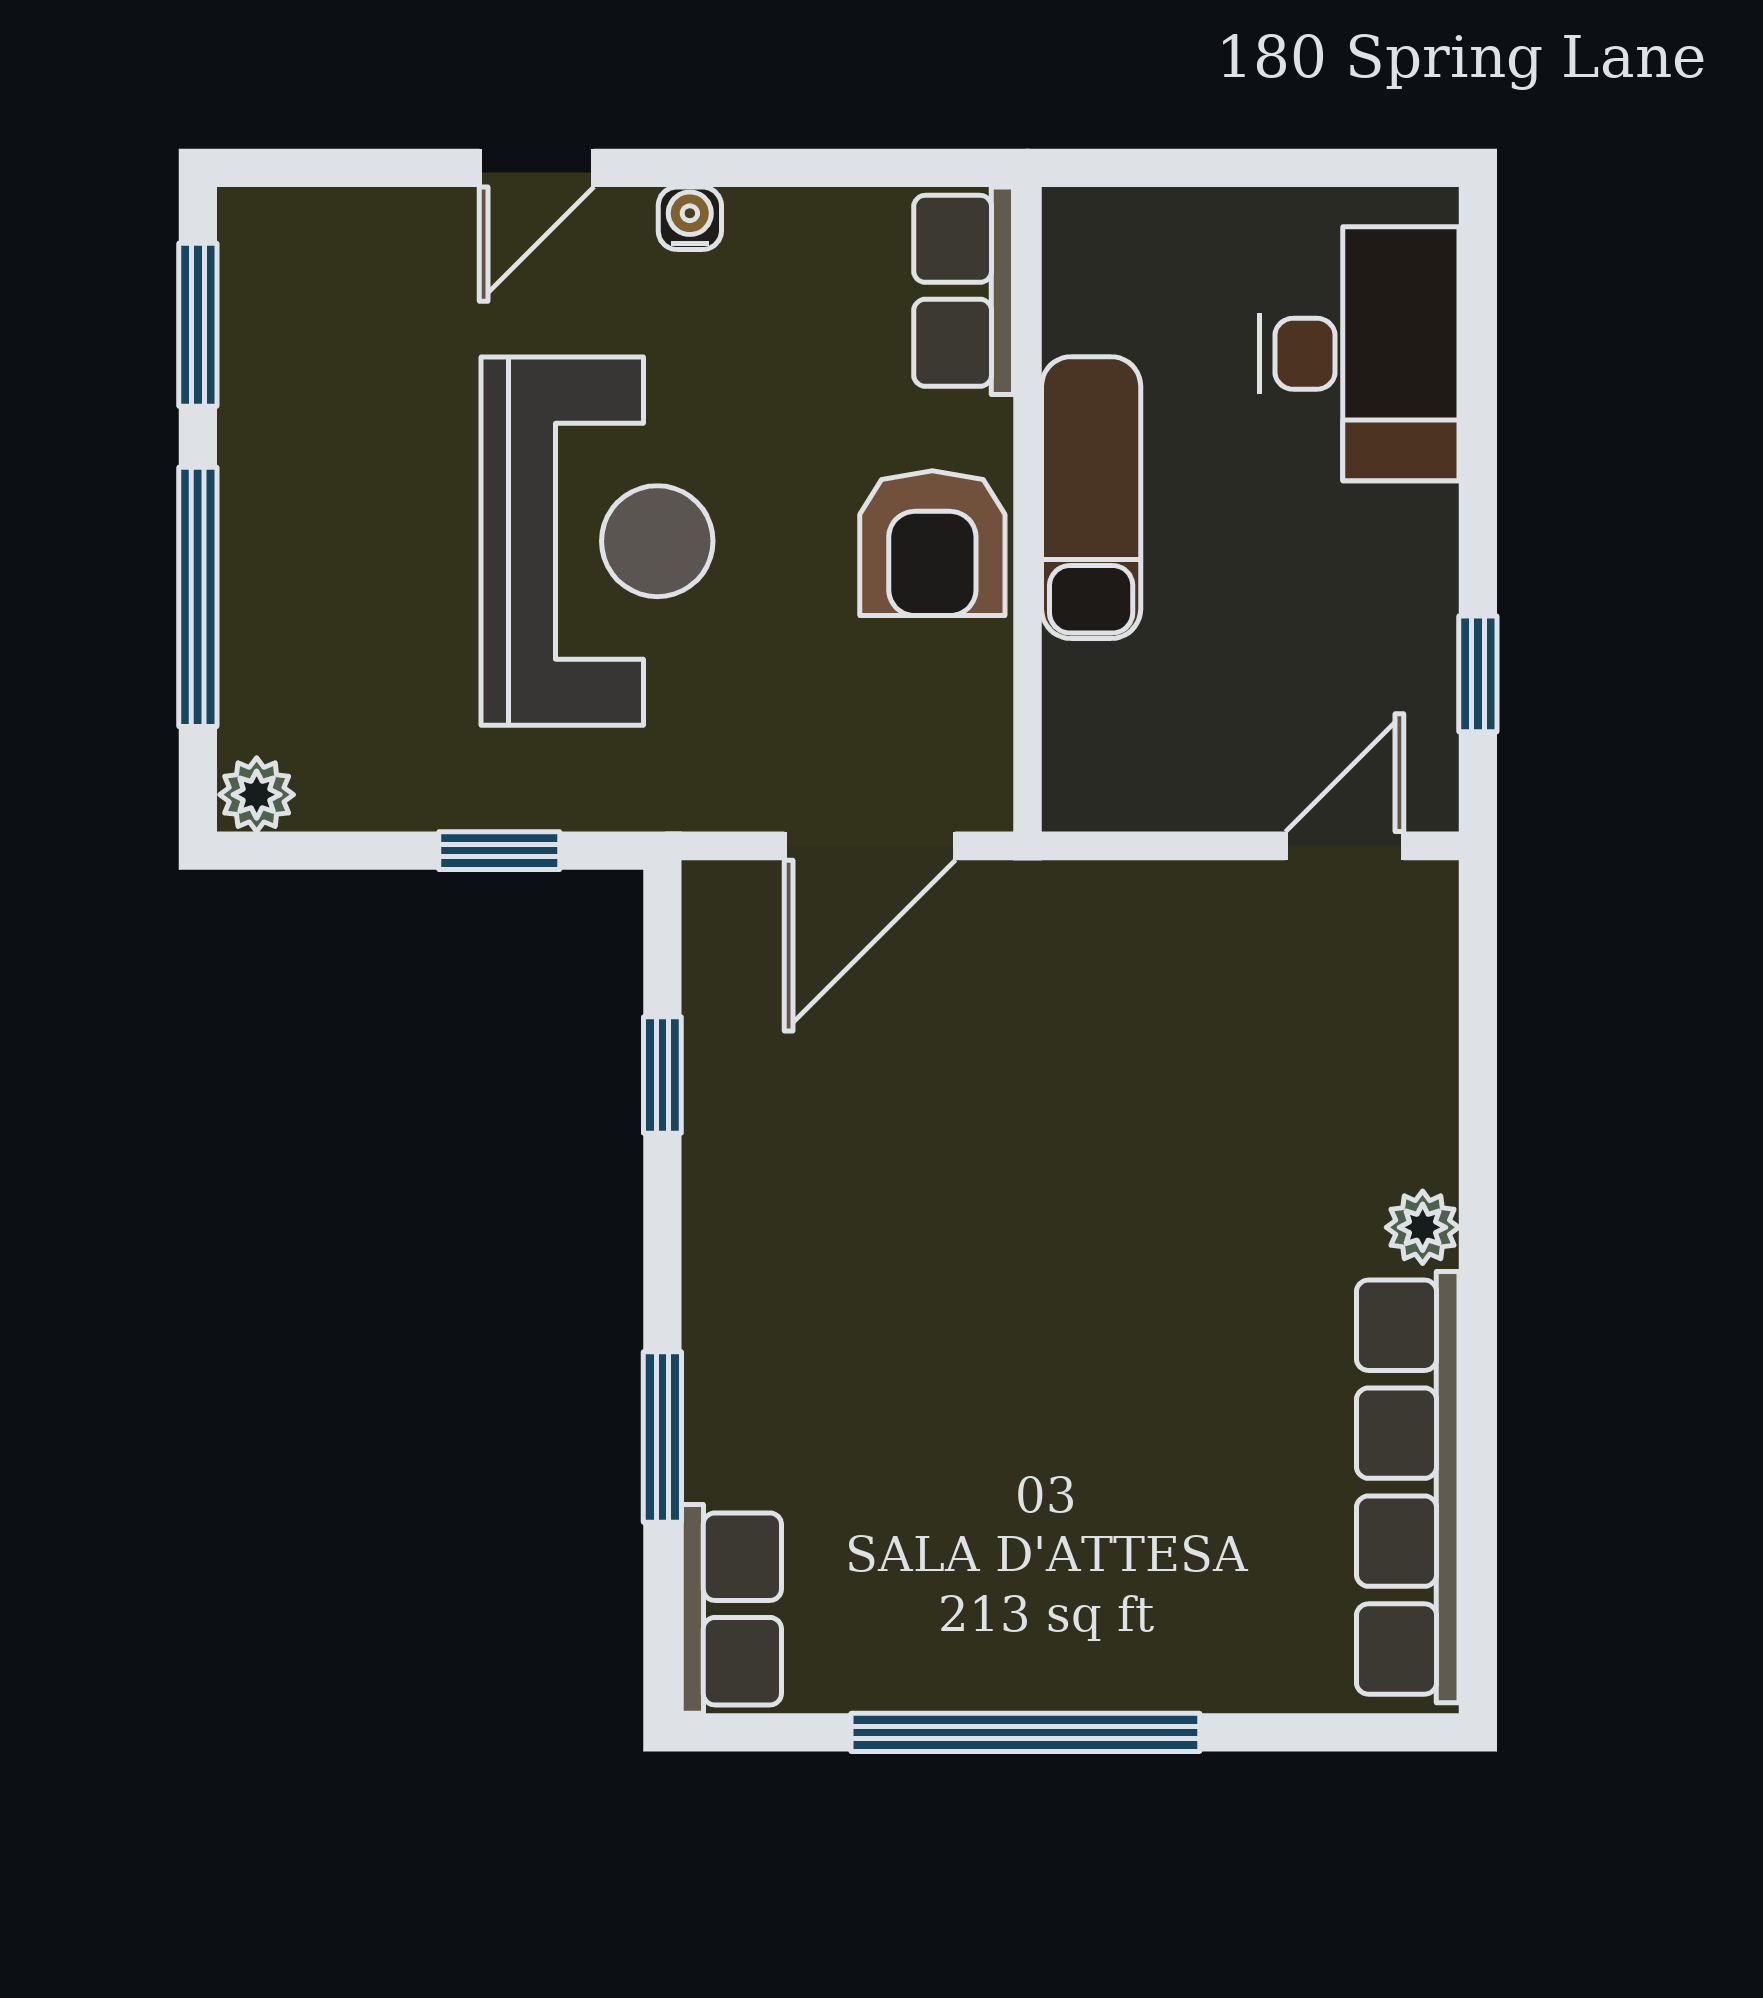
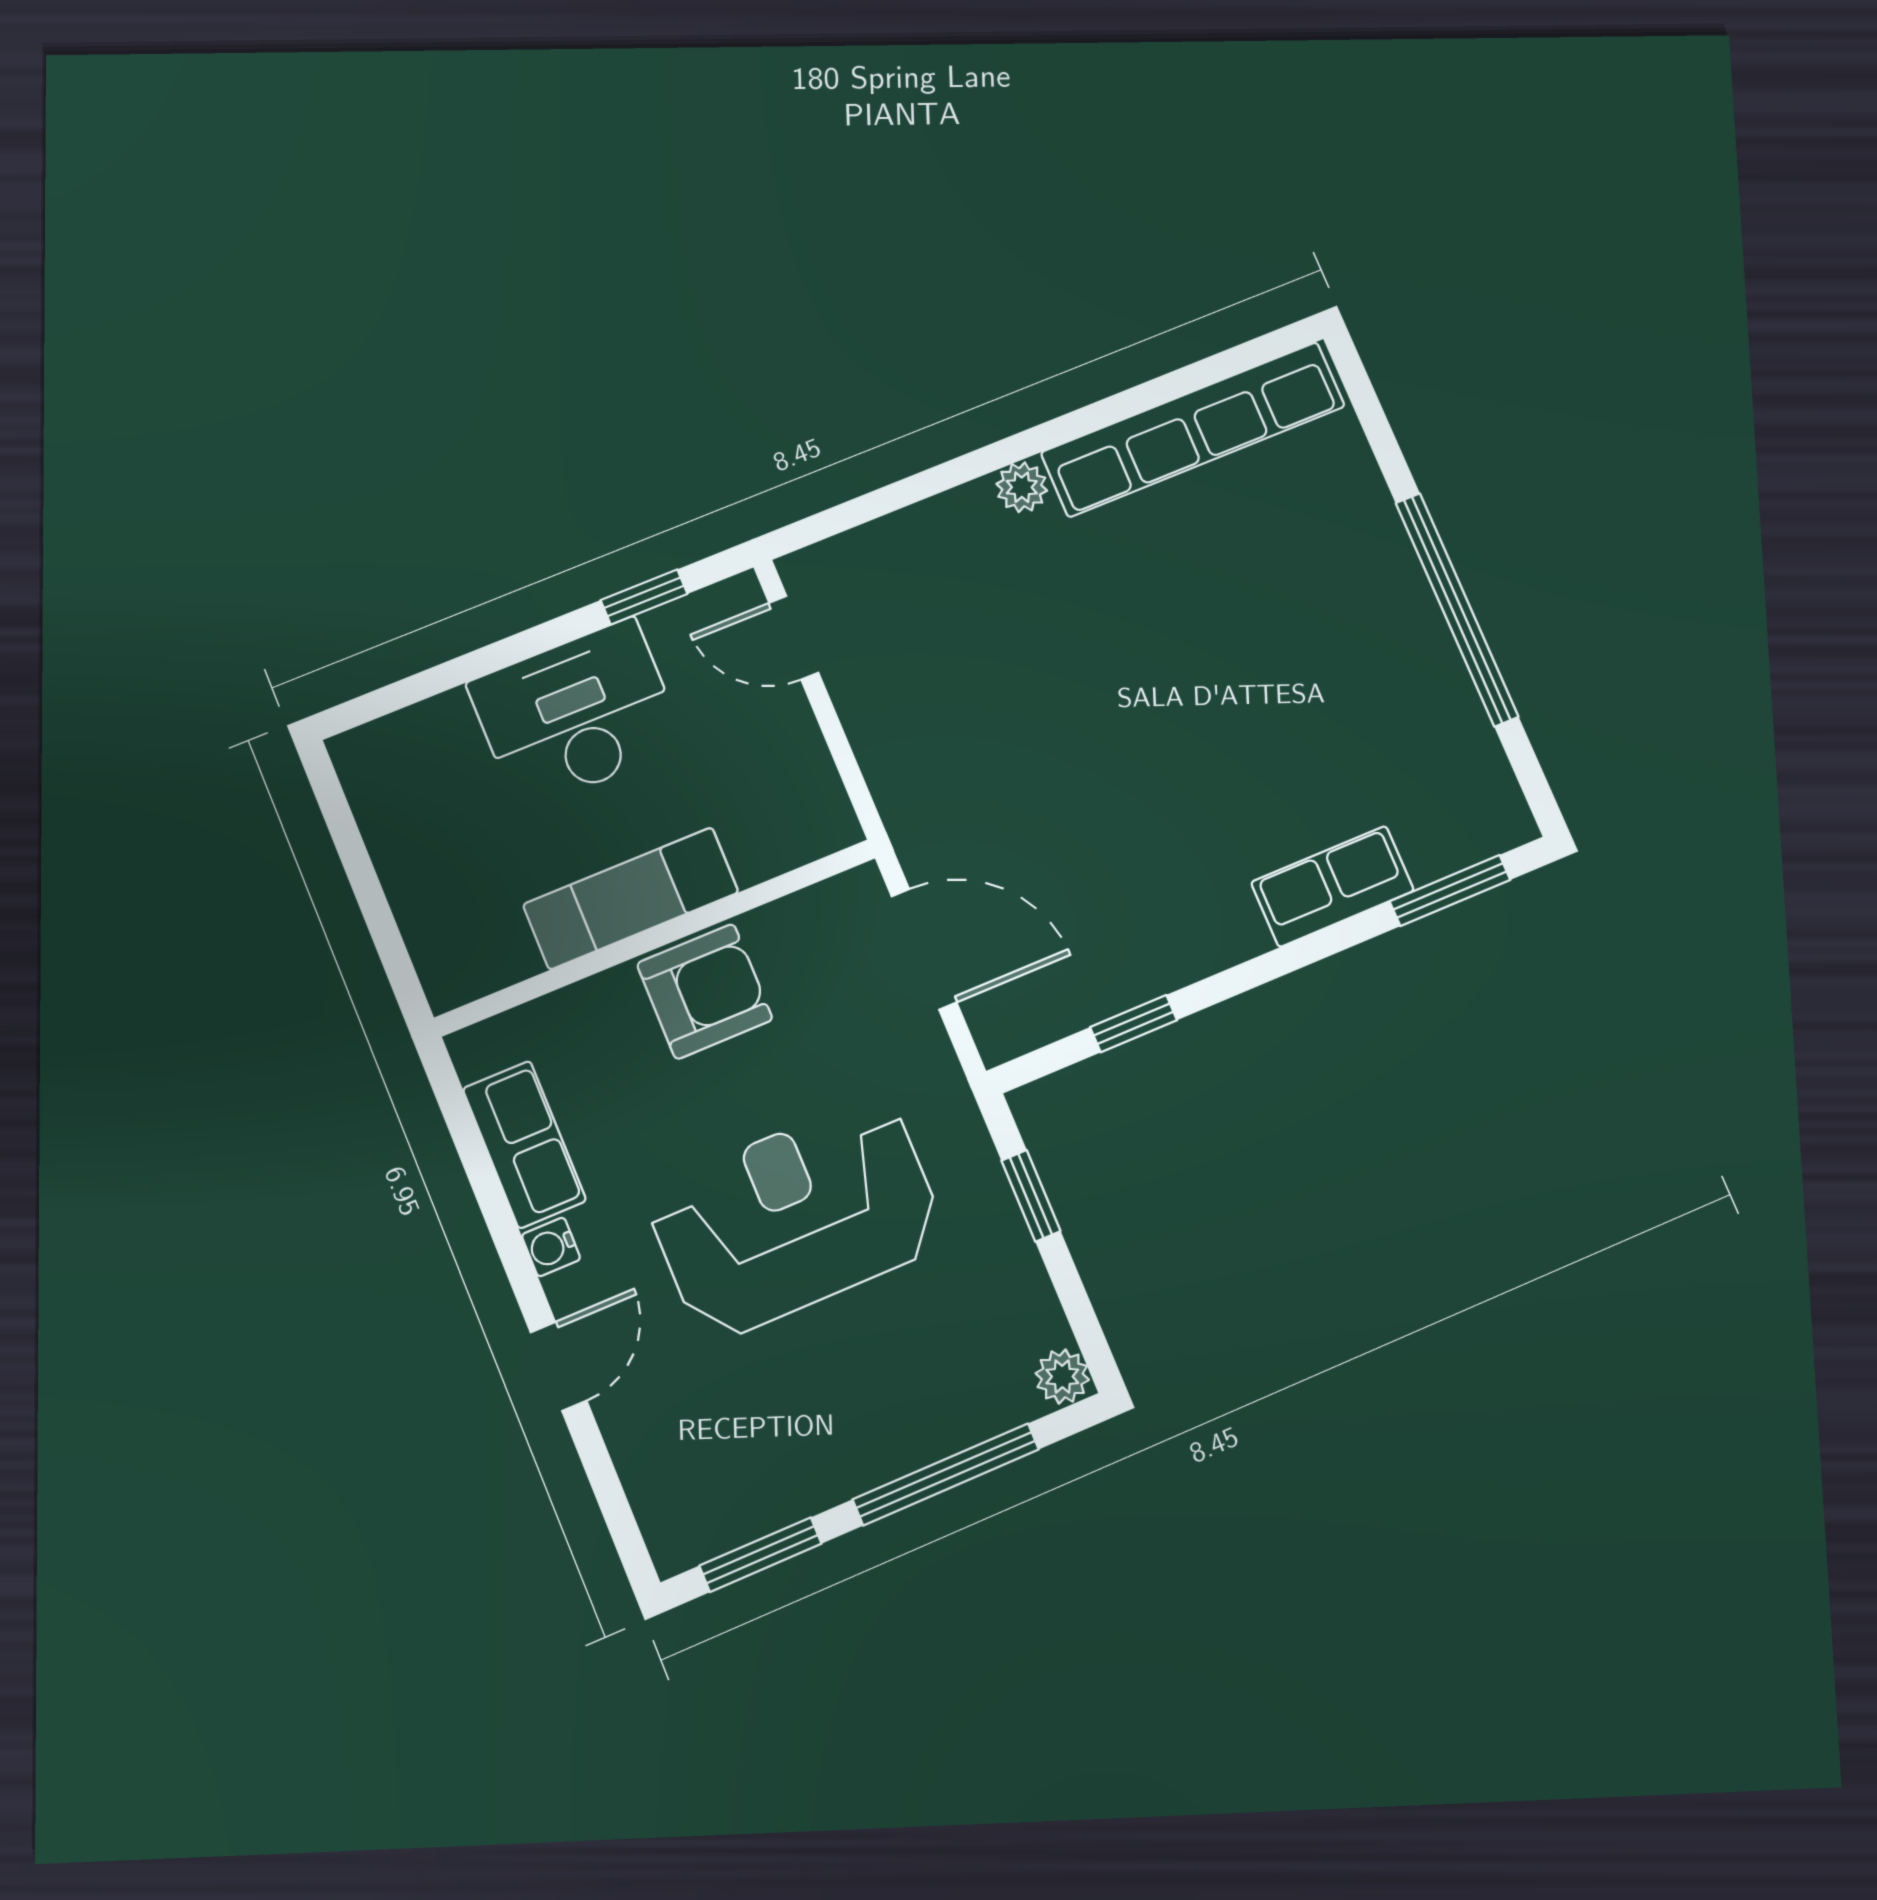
door: (537, 168) -> (559, 1366), hinge flipped
row of seats: (964, 291) -> (524, 1145), moved, turned -90
desk: (1359, 354) -> (576, 714), moved
window: (662, 1437) -> (1450, 890), moved
row of seats: (731, 1609) -> (1333, 886), moved

